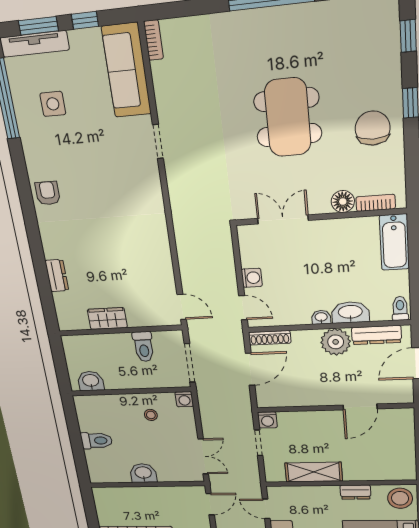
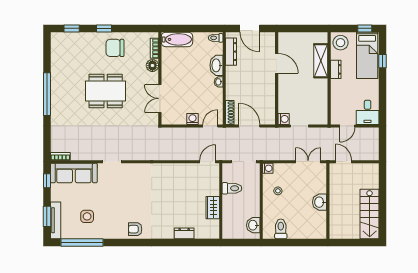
window: (85, 20) -> (47, 181), moved
plant: (336, 342) -> (234, 75), removed
toilet: (97, 441) -> (281, 229), moved
shelving: (314, 472) -> (321, 61), moved

